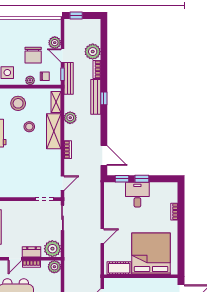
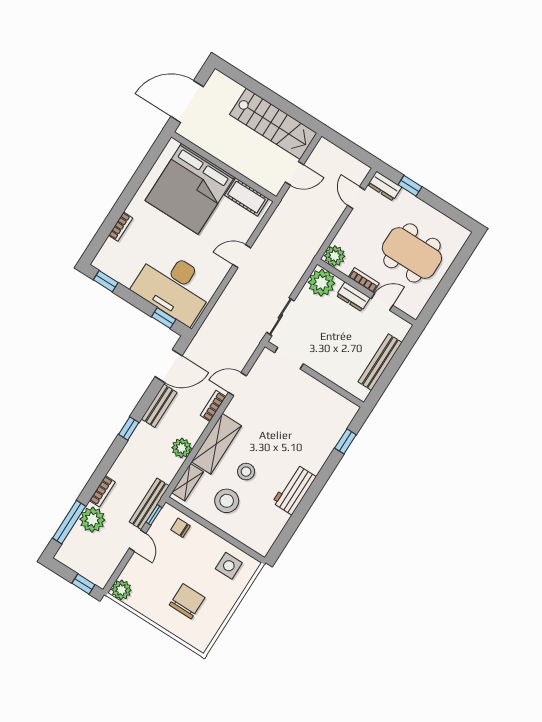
plant: (55, 43) -> (121, 590), moved
window: (104, 43) -> (69, 522), added
chair: (33, 55) -> (187, 601), moved
plant: (30, 80) -> (204, 535), removed
bench: (96, 97) -> (159, 406), moved, width x0.73
window: (104, 98) -> (129, 428), moved
stool: (18, 103) -> (227, 501), moved
door: (104, 156) -> (169, 366), swing flipped
window: (142, 179) -> (106, 281), moved
door: (62, 183) -> (237, 384), moved
desk: (137, 195) -> (174, 286), width x1.87, depth x1.30

